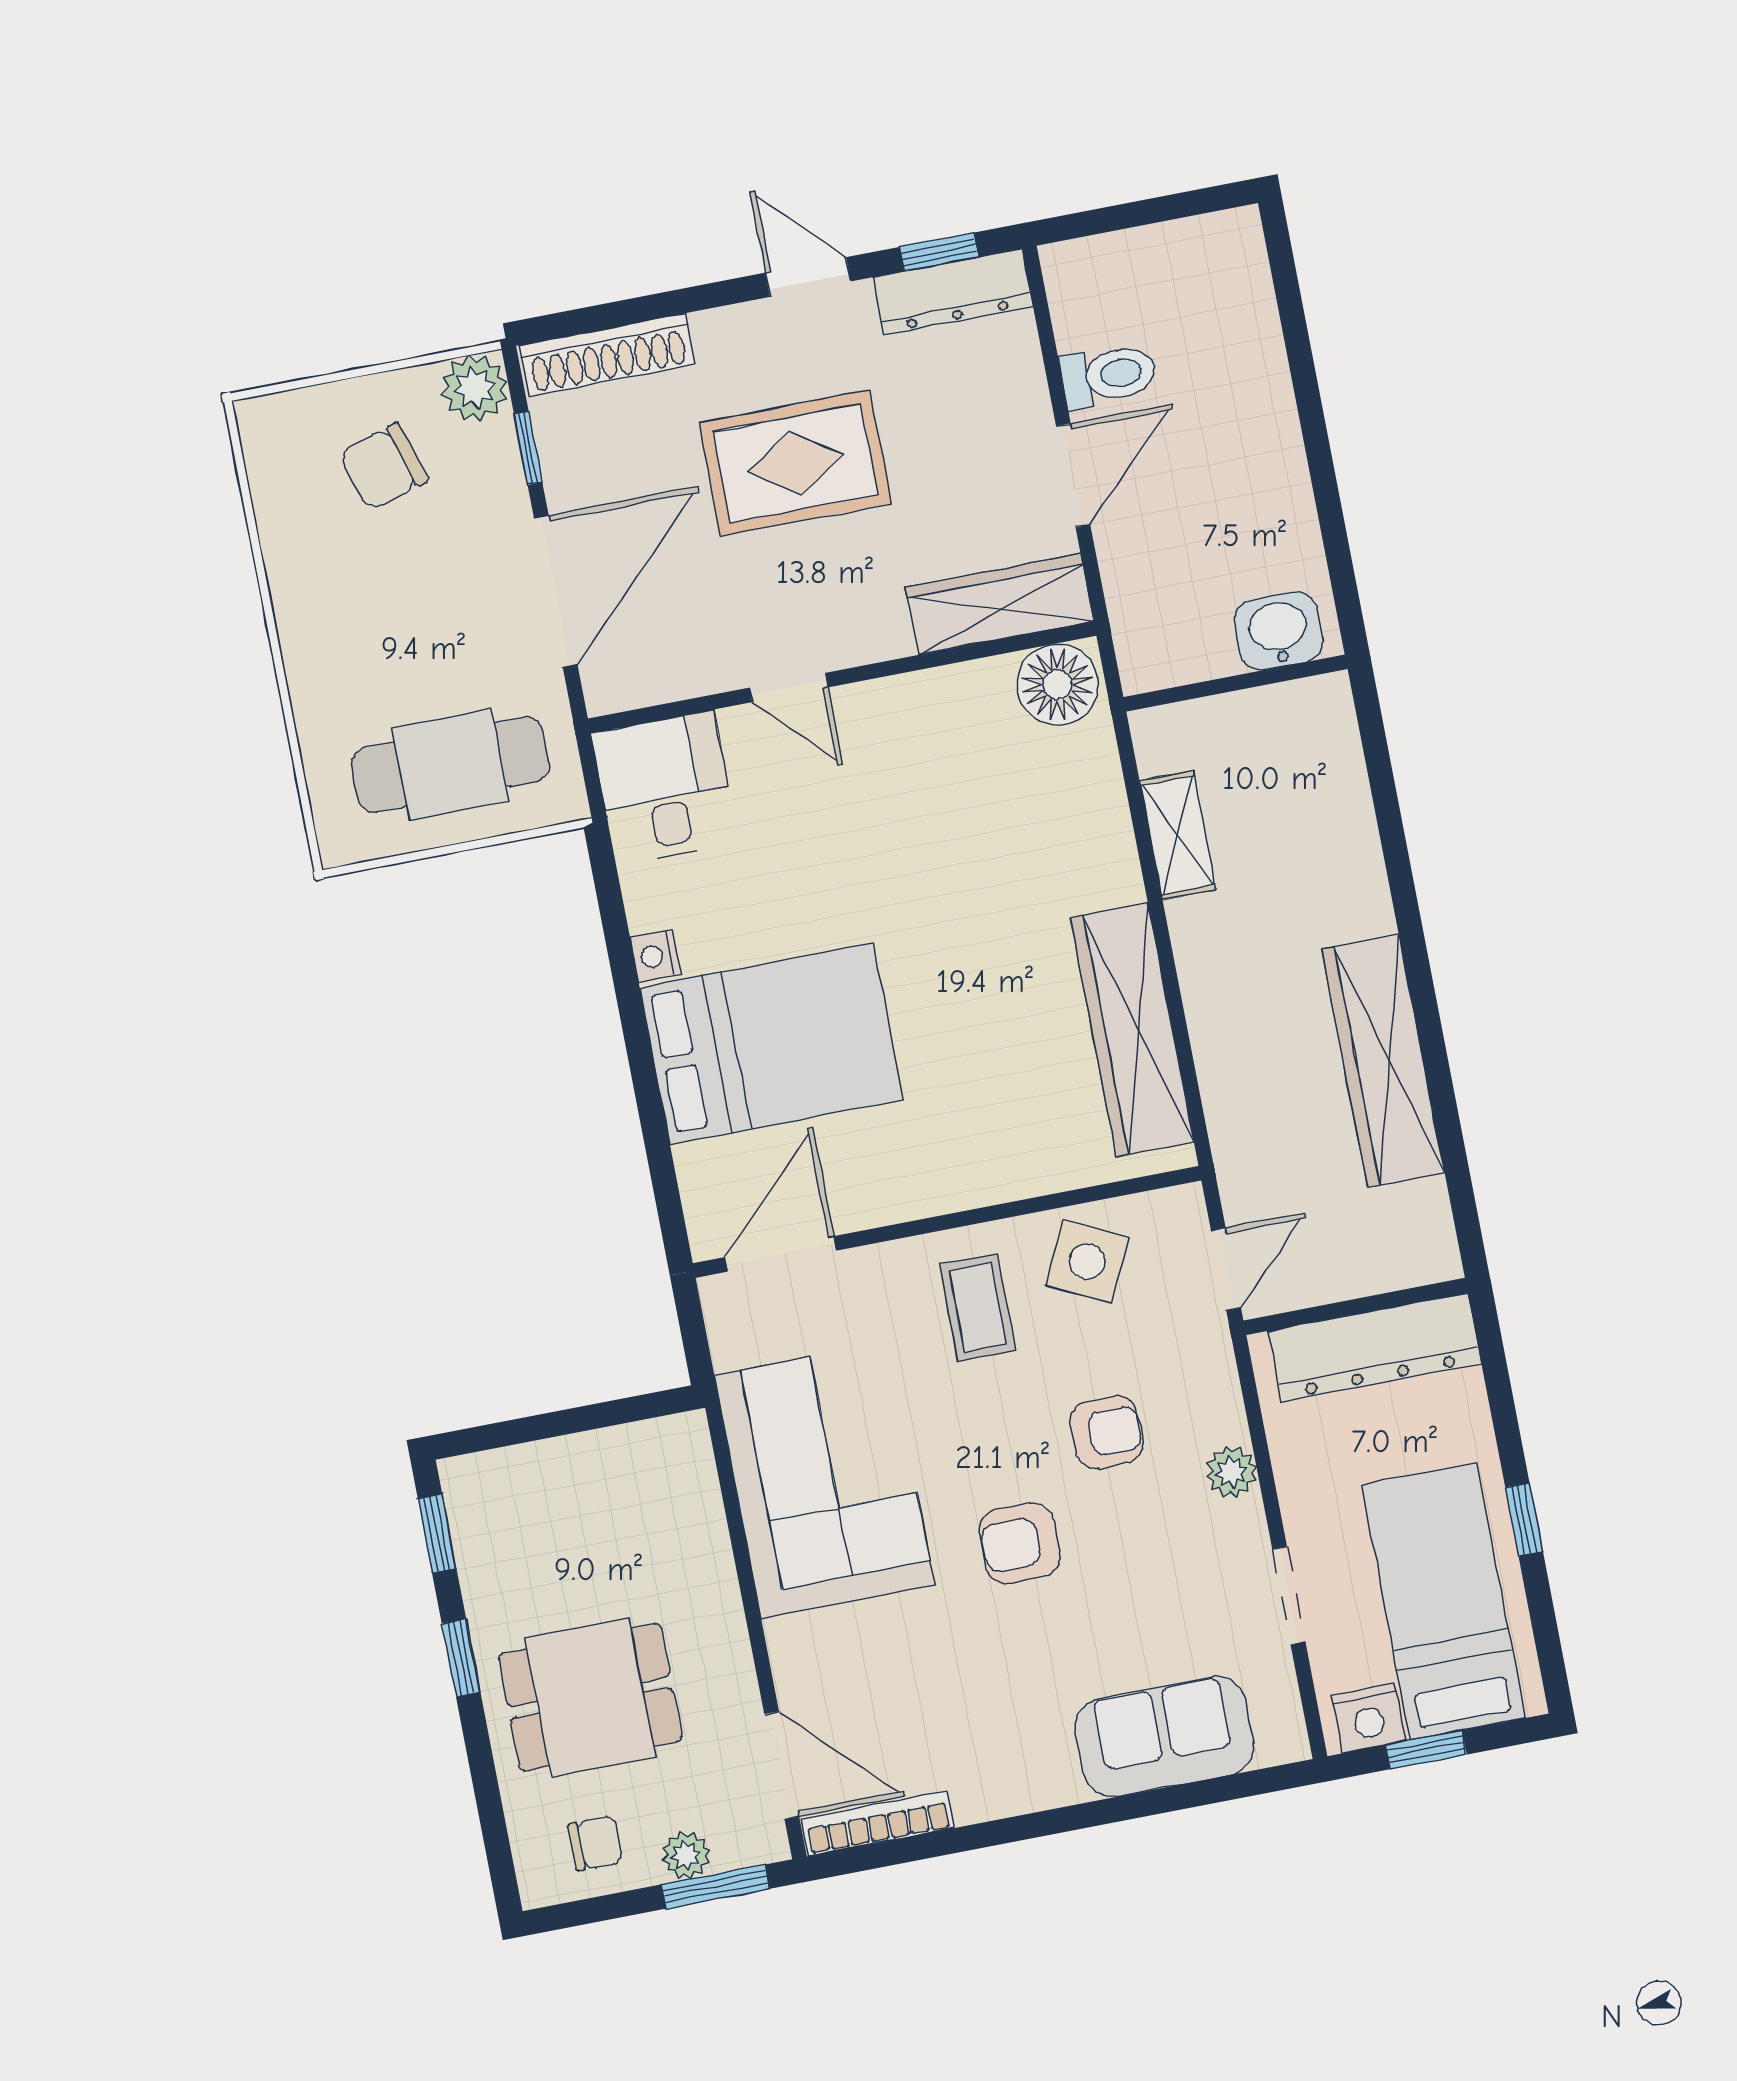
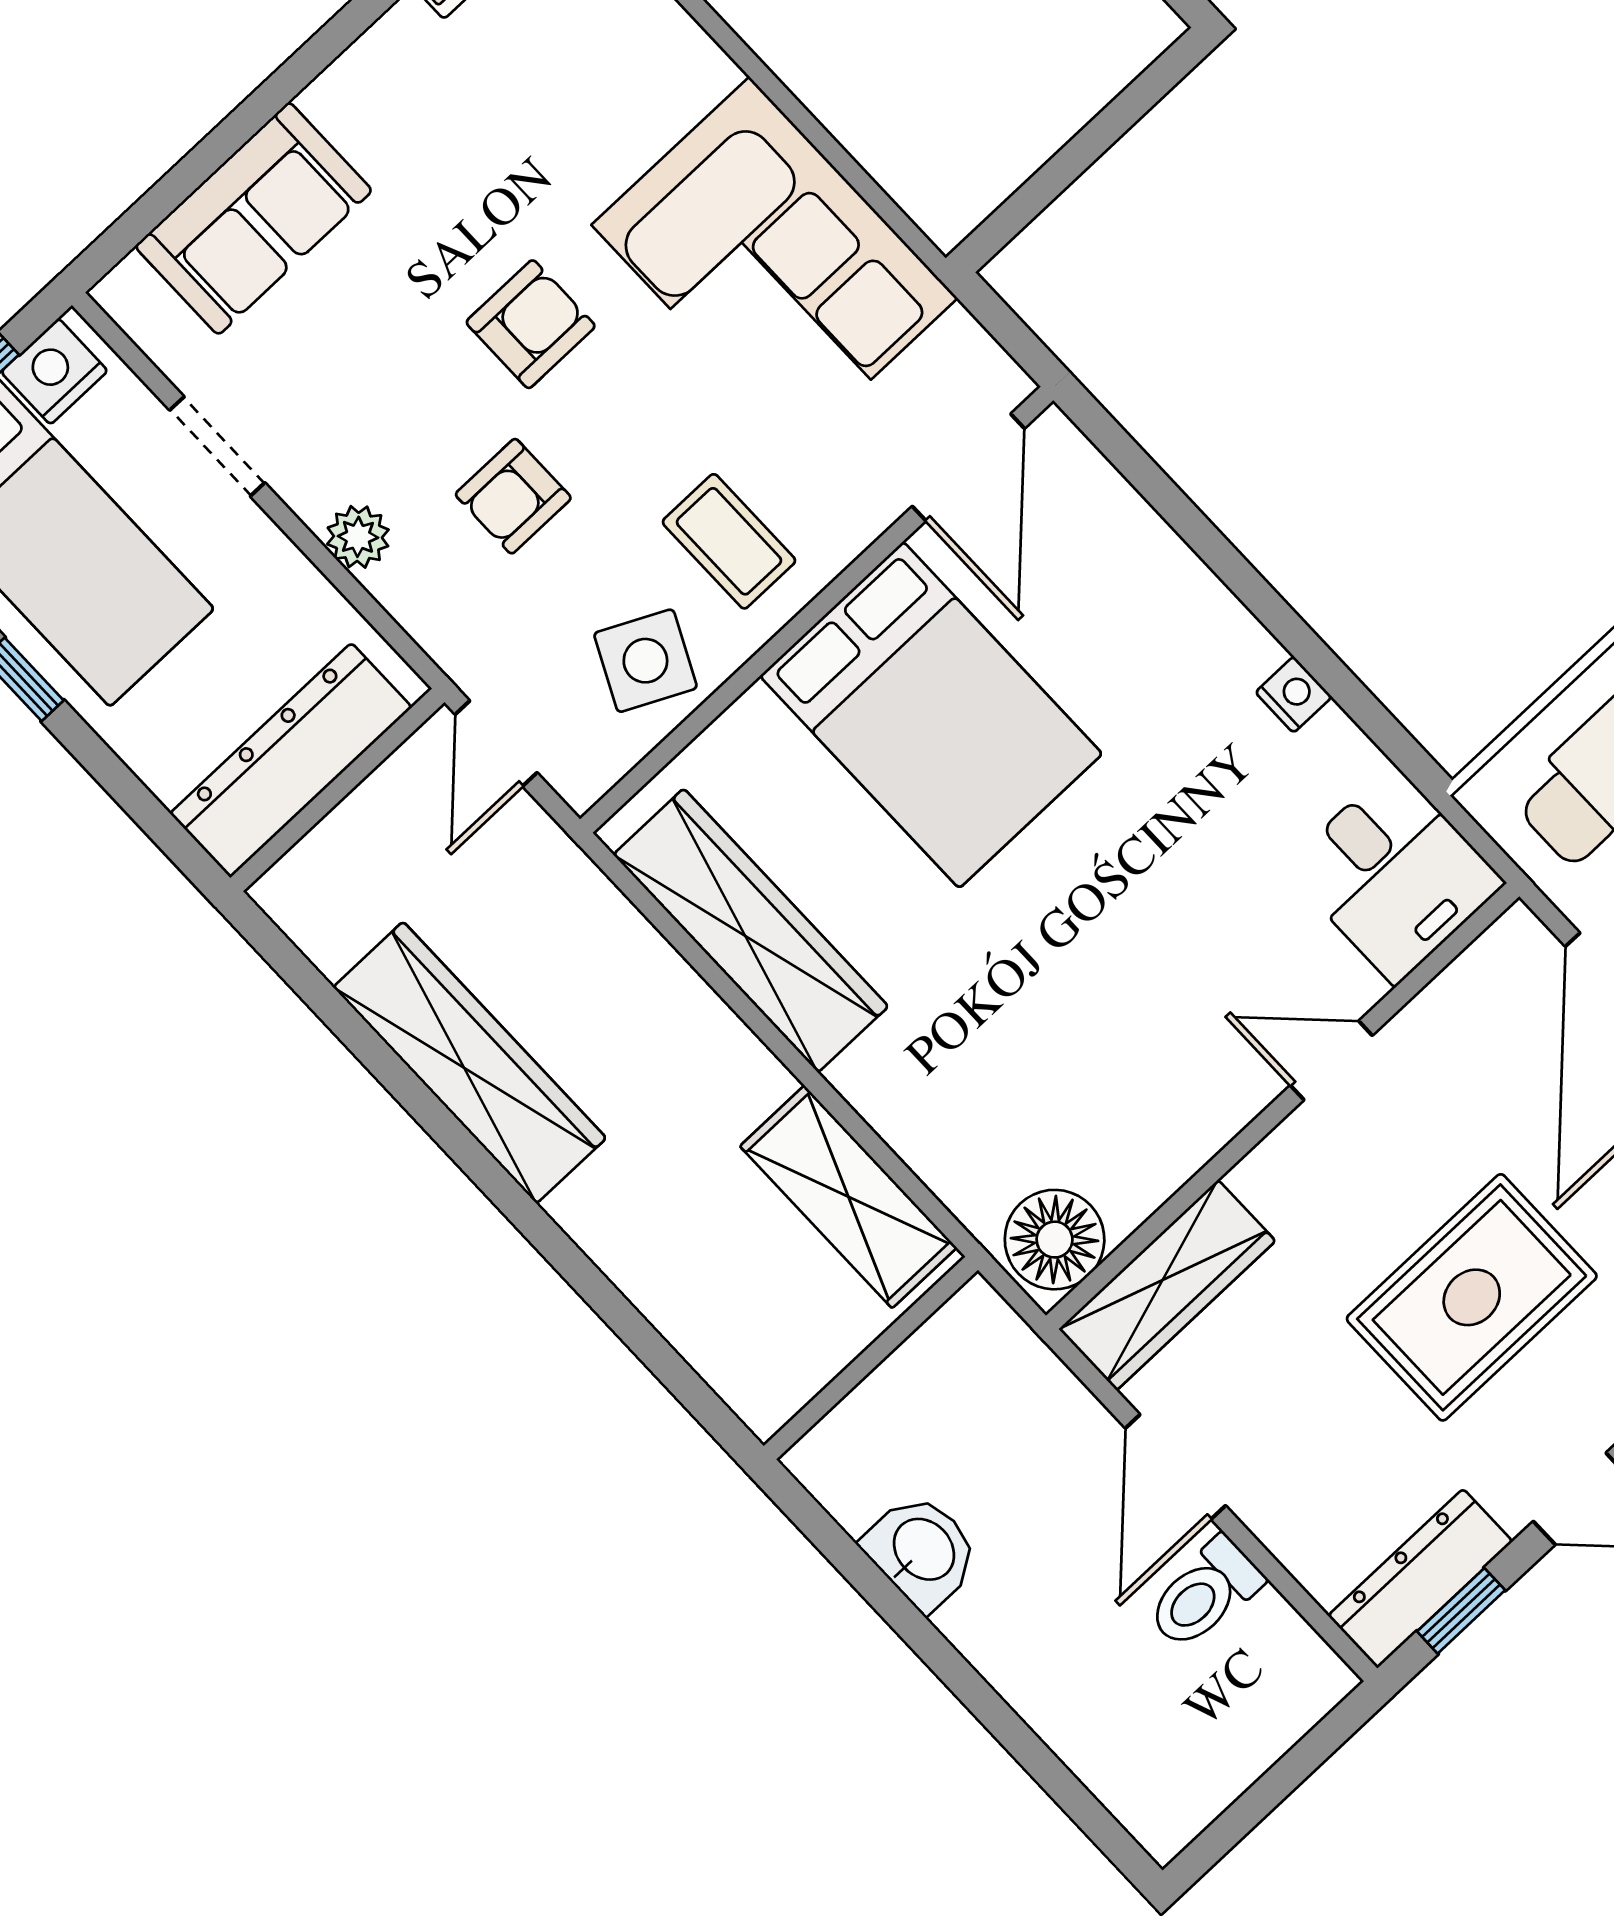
washbasin: (1278, 631) -> (922, 1551), moved, turned -90
shelving: (1178, 835) -> (848, 1197), width x1.50, depth x1.33
bed: (771, 1044) -> (931, 715), moved, turned -90

